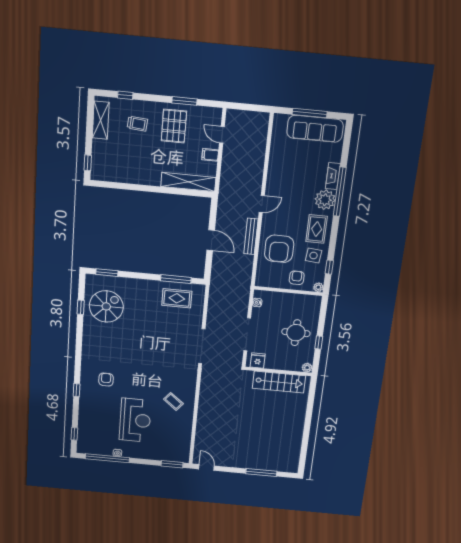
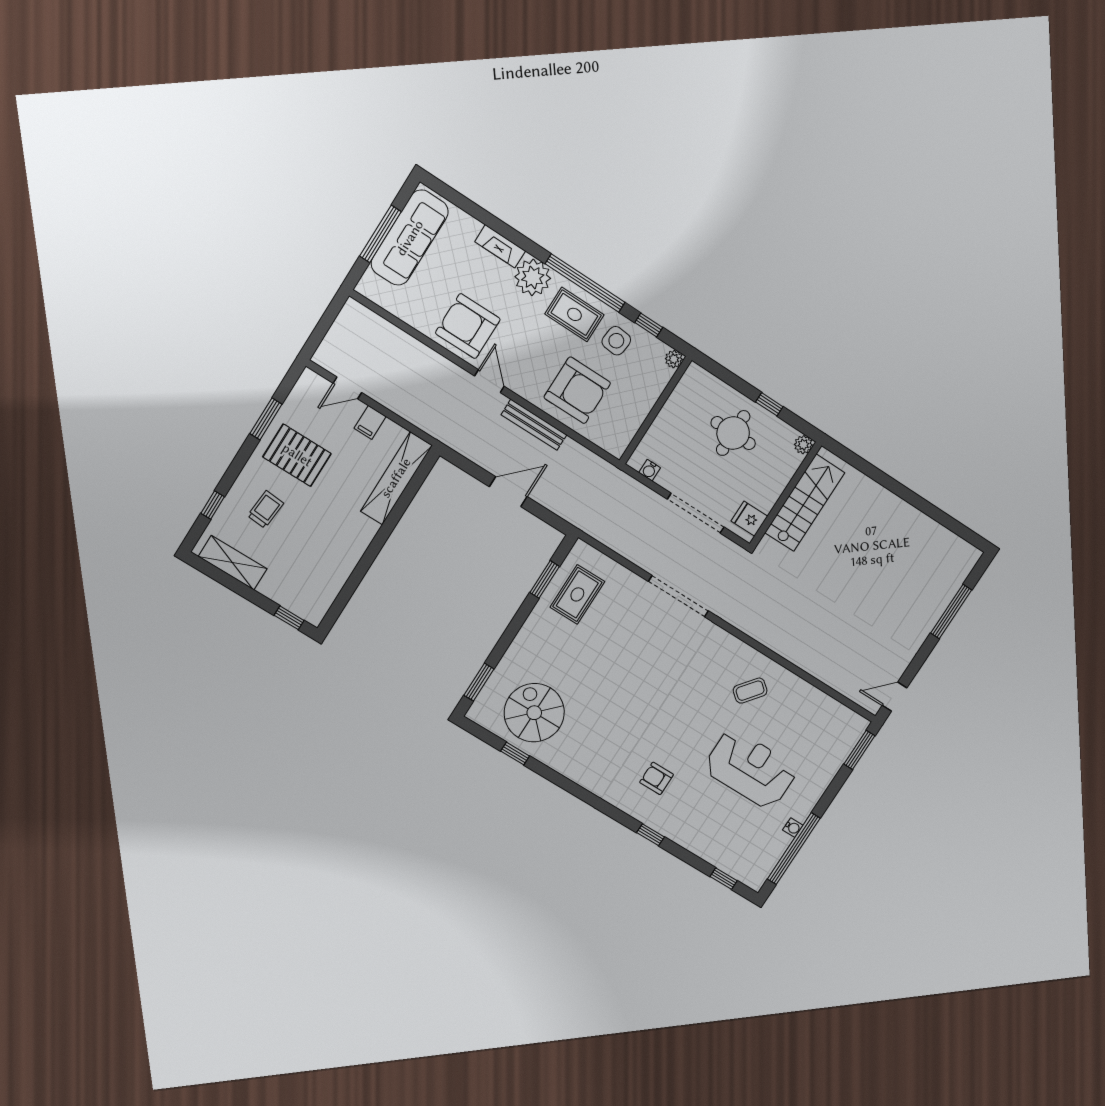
window: (340, 192) -> (585, 283), moved
armchair: (297, 278) -> (468, 326), moved, width x1.88, depth x1.88
window: (176, 279) -> (545, 579), width x0.69

